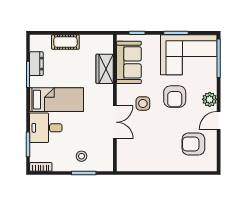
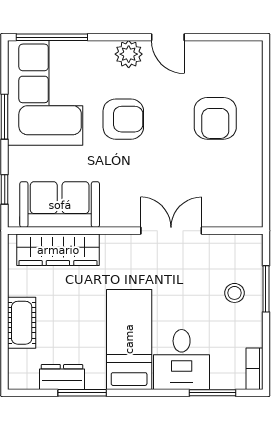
wardrobe: (105, 69) -> (58, 250), width x1.50
side table: (143, 104) -> (136, 178), removed
armchair: (193, 144) -> (215, 118), moved

